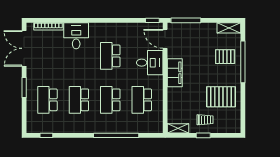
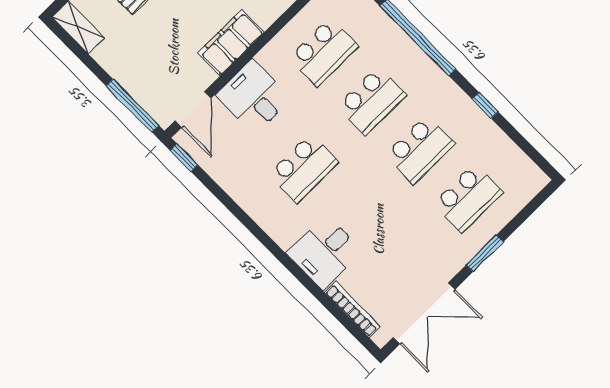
window: (46, 135) -> (485, 105), moved

